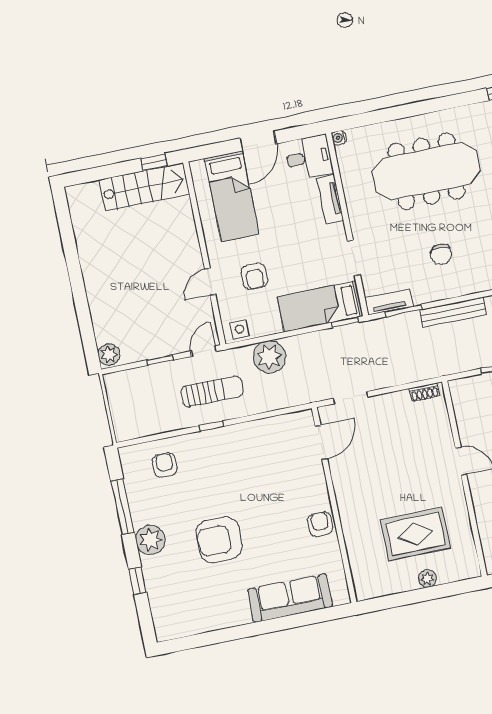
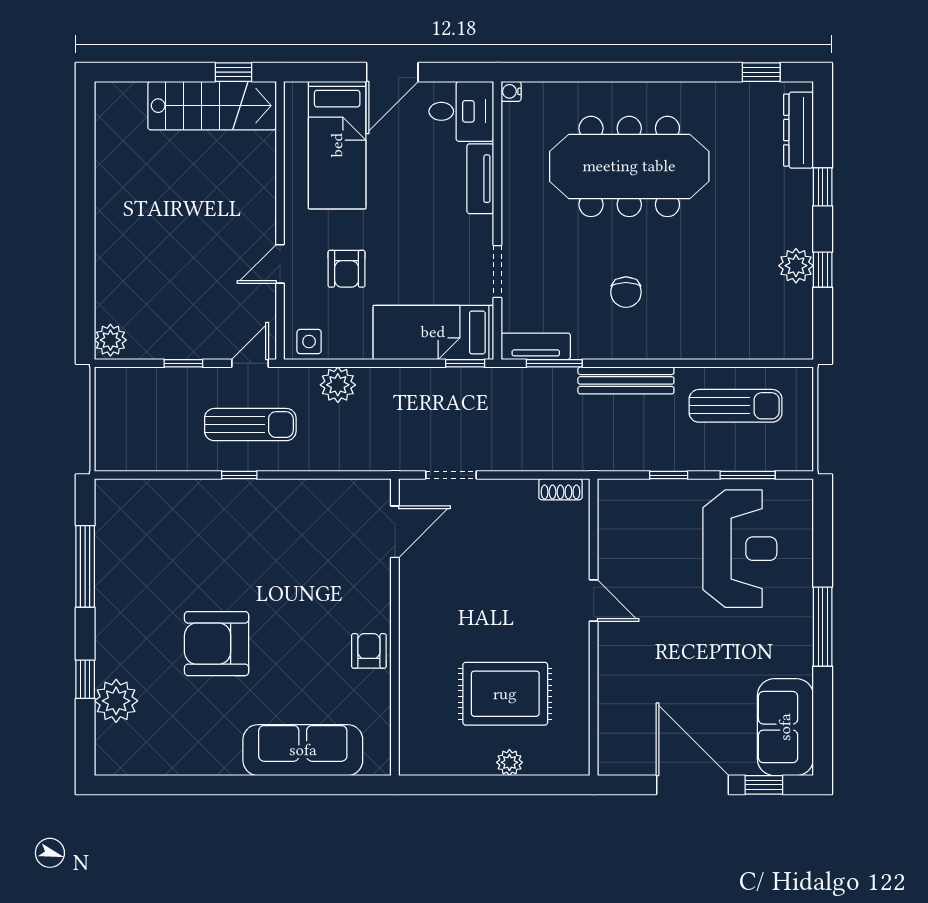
plant: (269, 357) -> (338, 385), width x0.73, depth x0.73
armchair: (165, 465) -> (159, 518), removed
plant: (151, 540) -> (116, 701), moved

